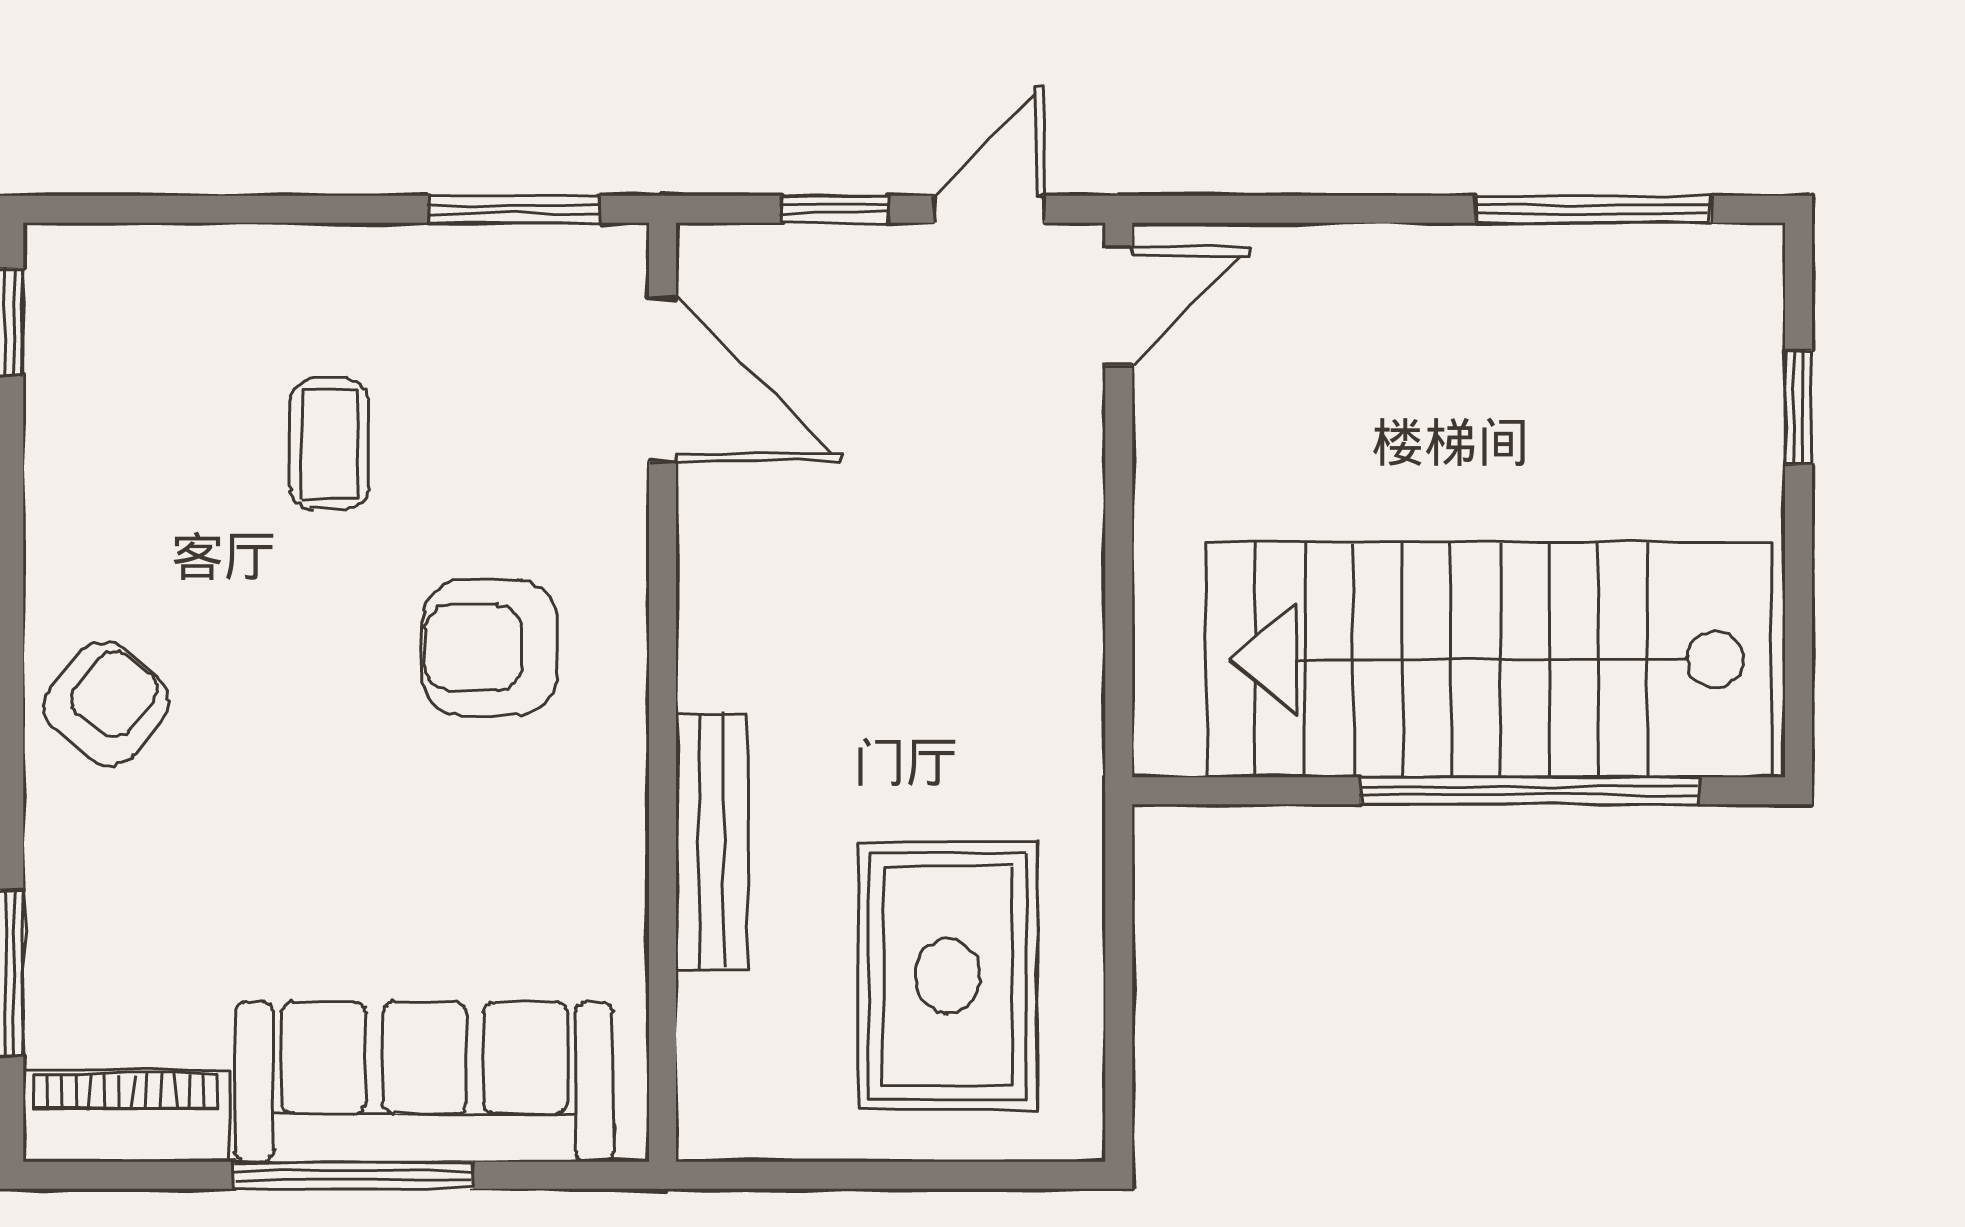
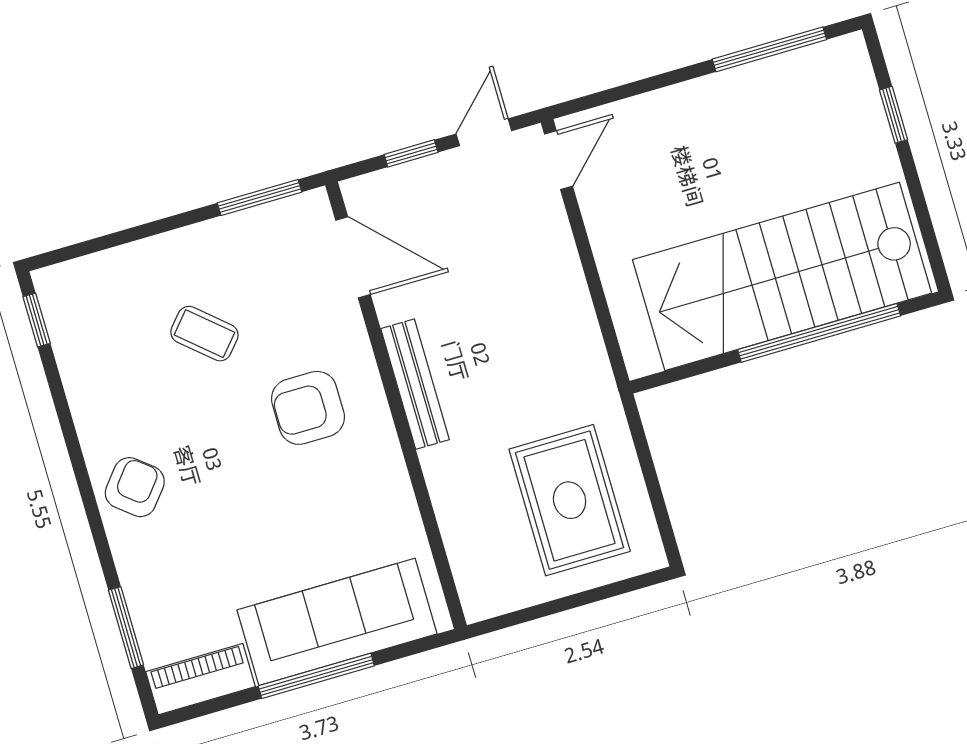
coffee table: (329, 444) -> (204, 334), turned -49
bench: (712, 842) -> (415, 384), moved

